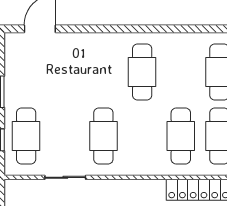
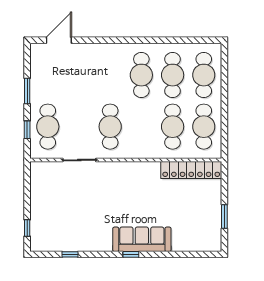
cafe table: (181, 72) -> (173, 75), added

